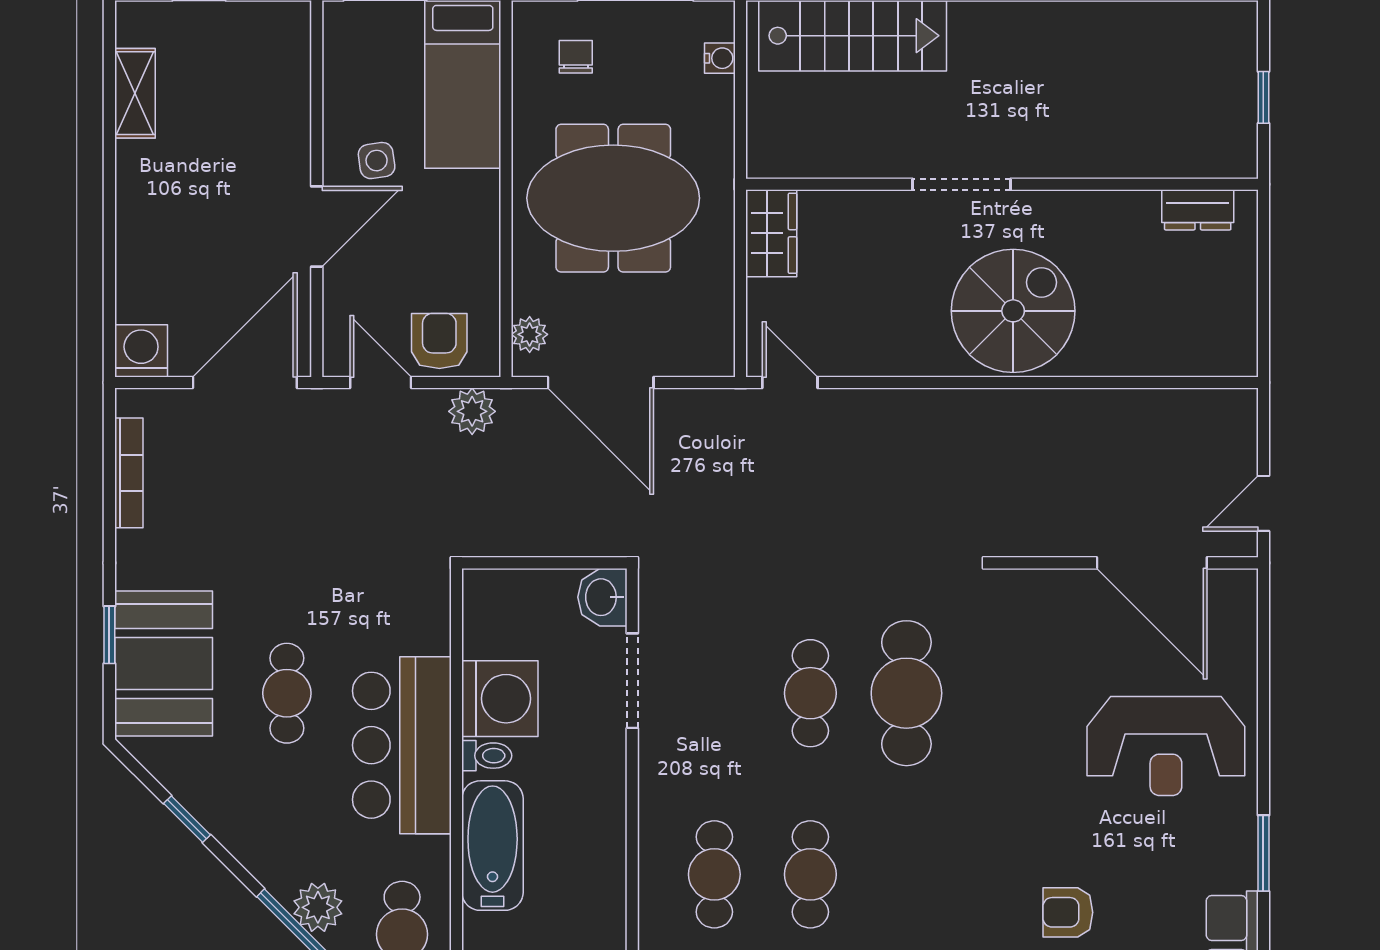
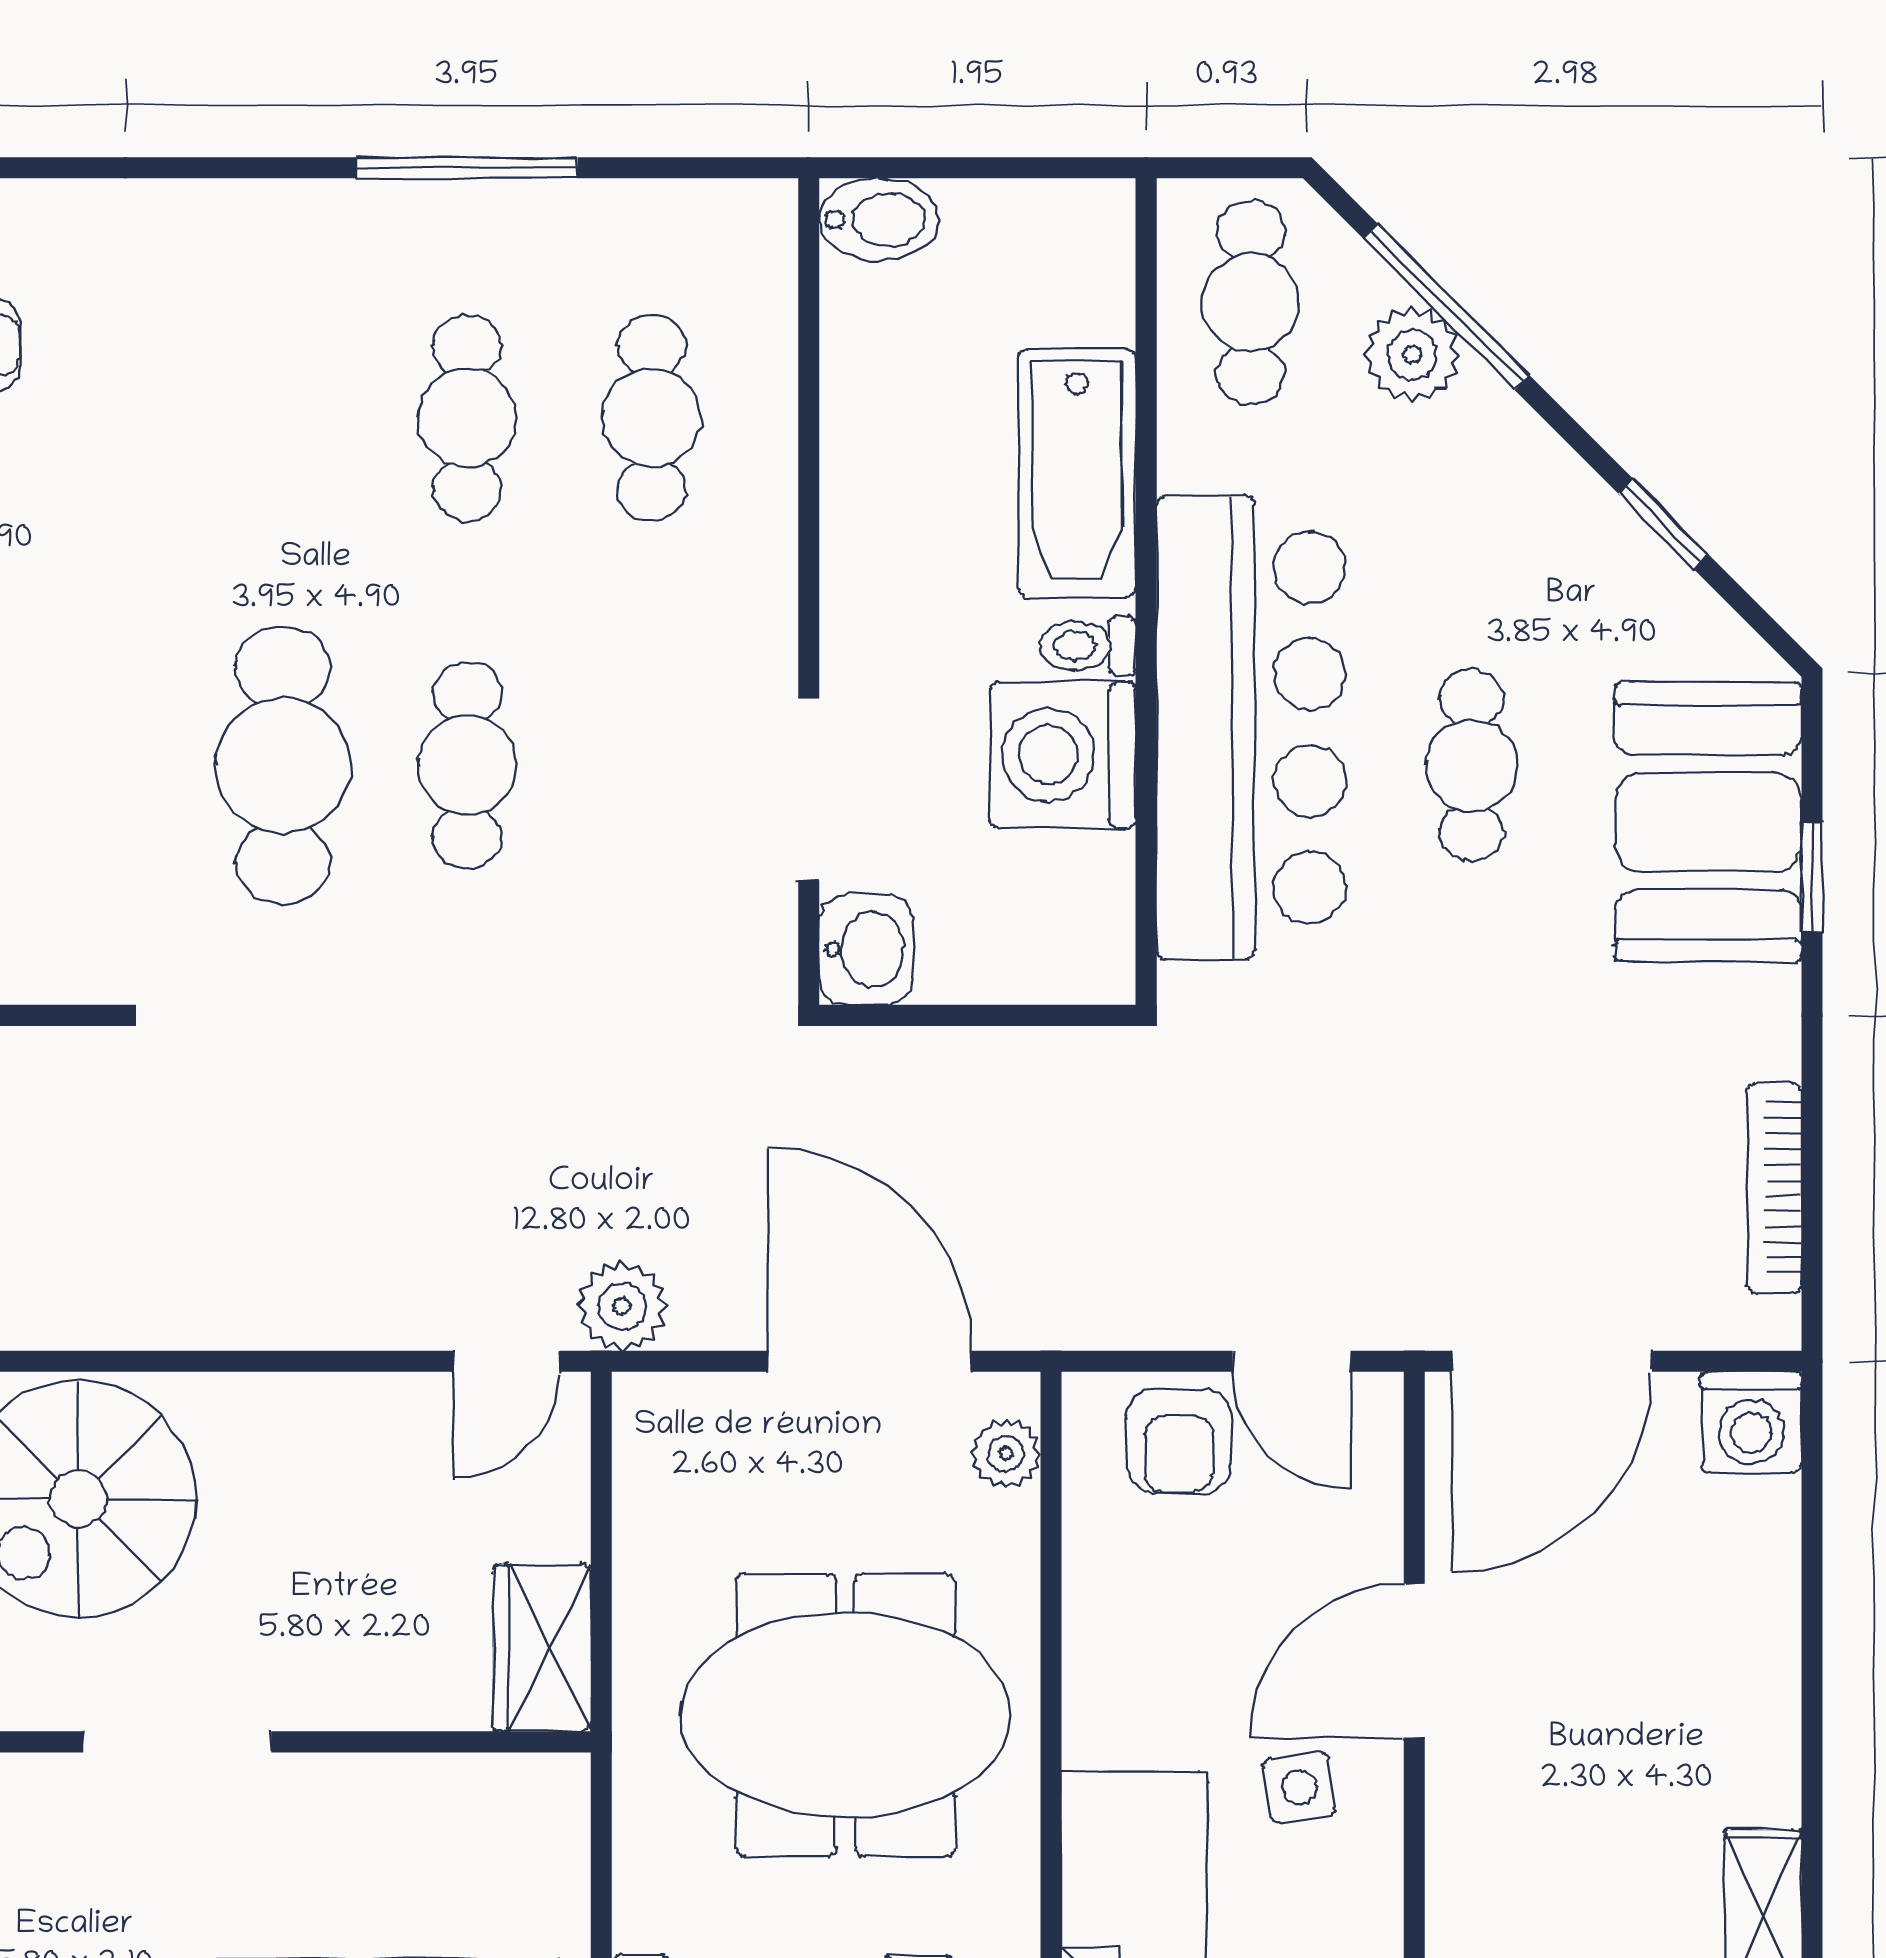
door: (790, 383) -> (507, 1361), hinge flipped
plant: (472, 411) -> (622, 1306), moved
bar counter: (402, 745) -> (1251, 727), width x1.36

